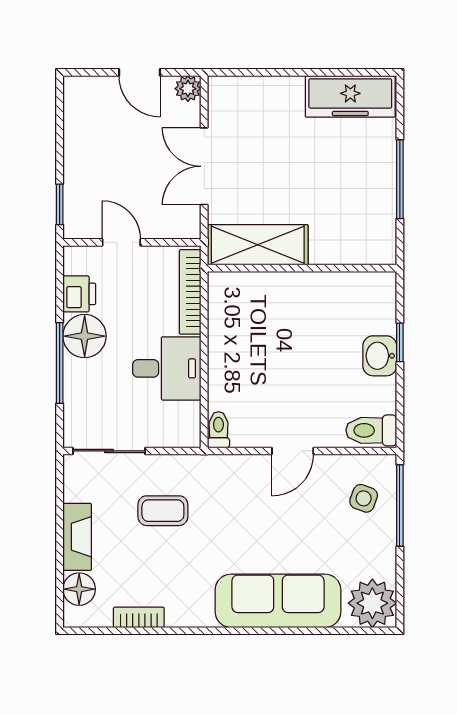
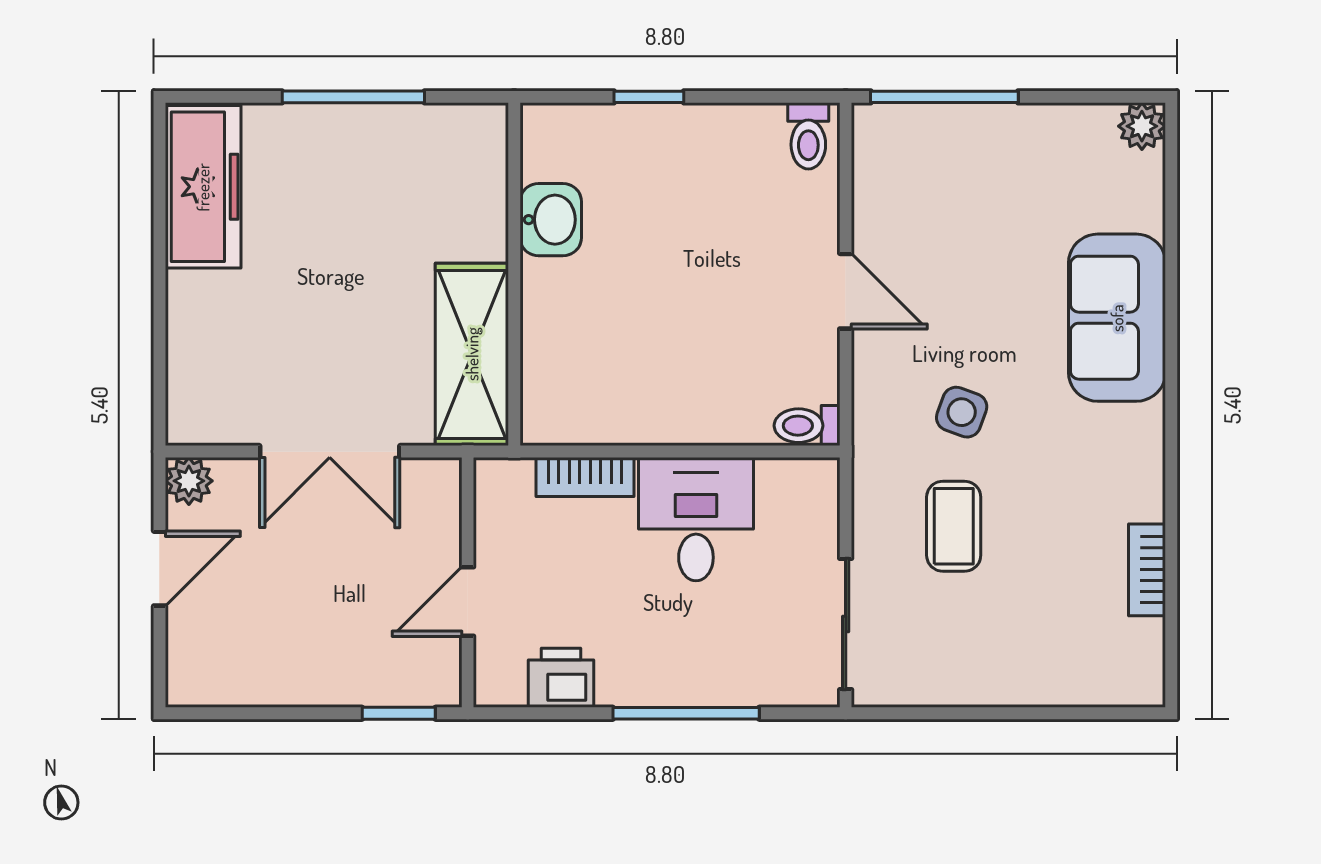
bookcase: (190, 292) -> (585, 477), width x0.64
floor lamp: (85, 336) -> (637, 668), removed
washbasin: (380, 356) -> (551, 220), moved, turned -90
toilet: (371, 430) -> (808, 136), width x0.73, depth x0.72
side table: (364, 498) -> (962, 412), moved
fireplace: (77, 537) -> (1001, 681), removed
floor lamp: (79, 589) -> (1096, 678), removed
sofa: (278, 601) -> (1117, 318), width x0.73
plant: (372, 603) -> (1142, 126), width x0.53, depth x0.53

